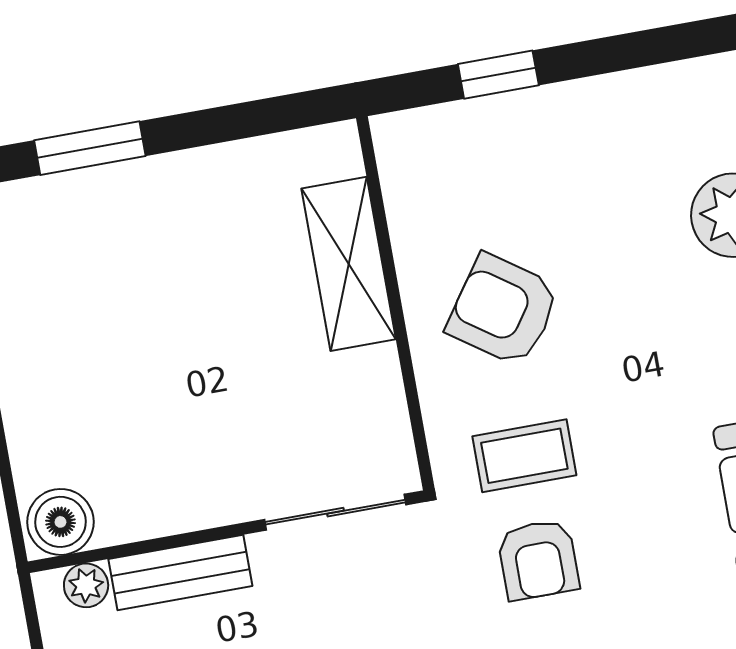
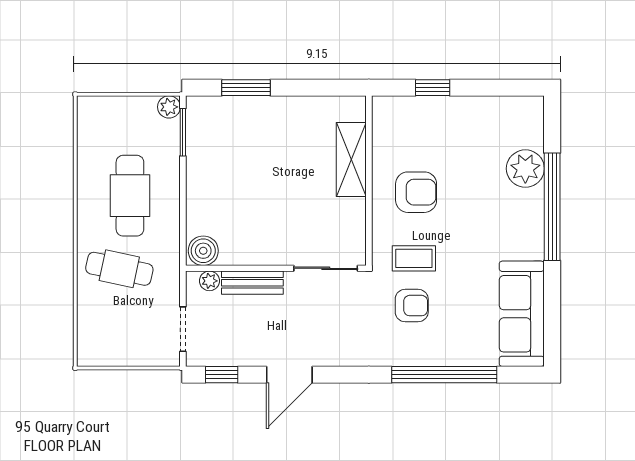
armchair: (503, 310) -> (416, 192), turned 145
armchair: (538, 560) -> (412, 306), turned -90

